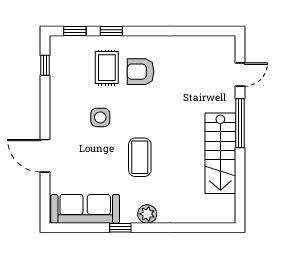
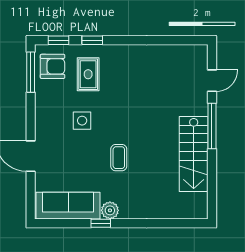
window: (45, 65) -> (31, 72), width x2.17
armchair: (140, 72) -> (53, 66), moved, turned 180
coffee table: (140, 157) -> (119, 158), width x0.73, depth x0.77
plant: (147, 214) -> (110, 210), moved

